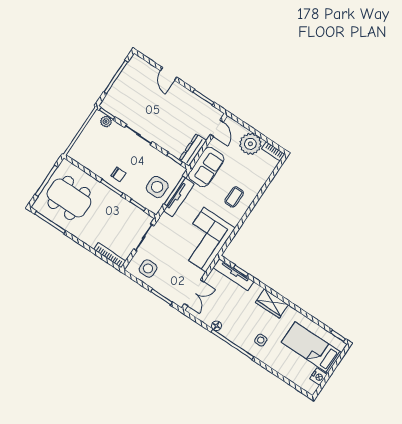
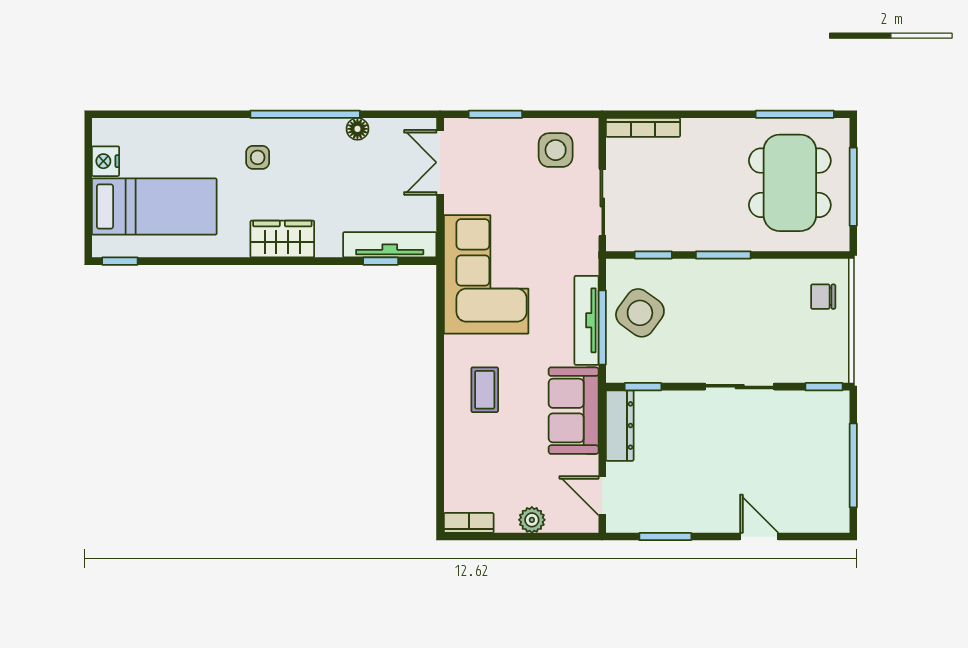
plant: (106, 122) -> (816, 371), removed
plant: (250, 144) -> (532, 520), width x0.53, depth x0.53
chair: (118, 174) -> (823, 297), moved
side table: (157, 187) -> (640, 313), turned 36
dining table: (69, 198) -> (790, 183), turned 90

